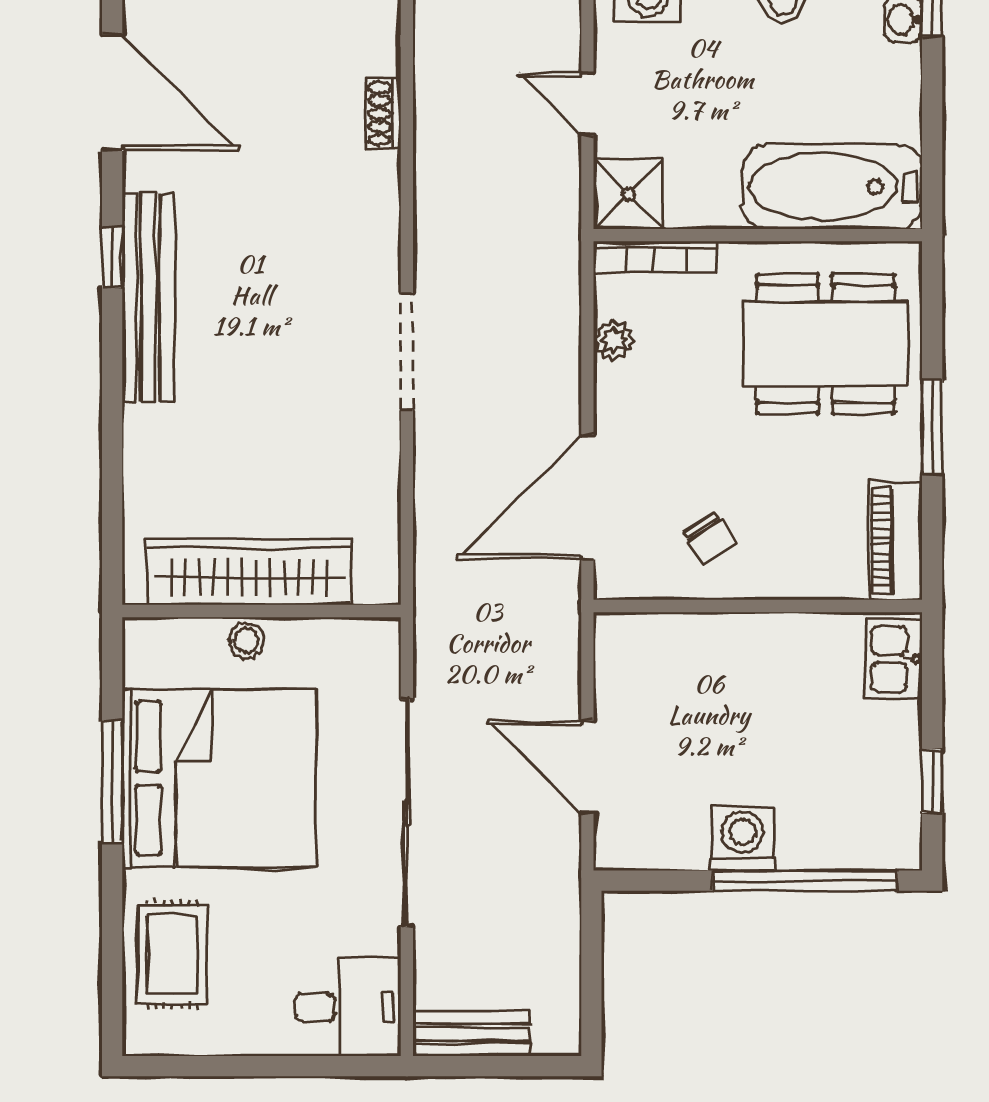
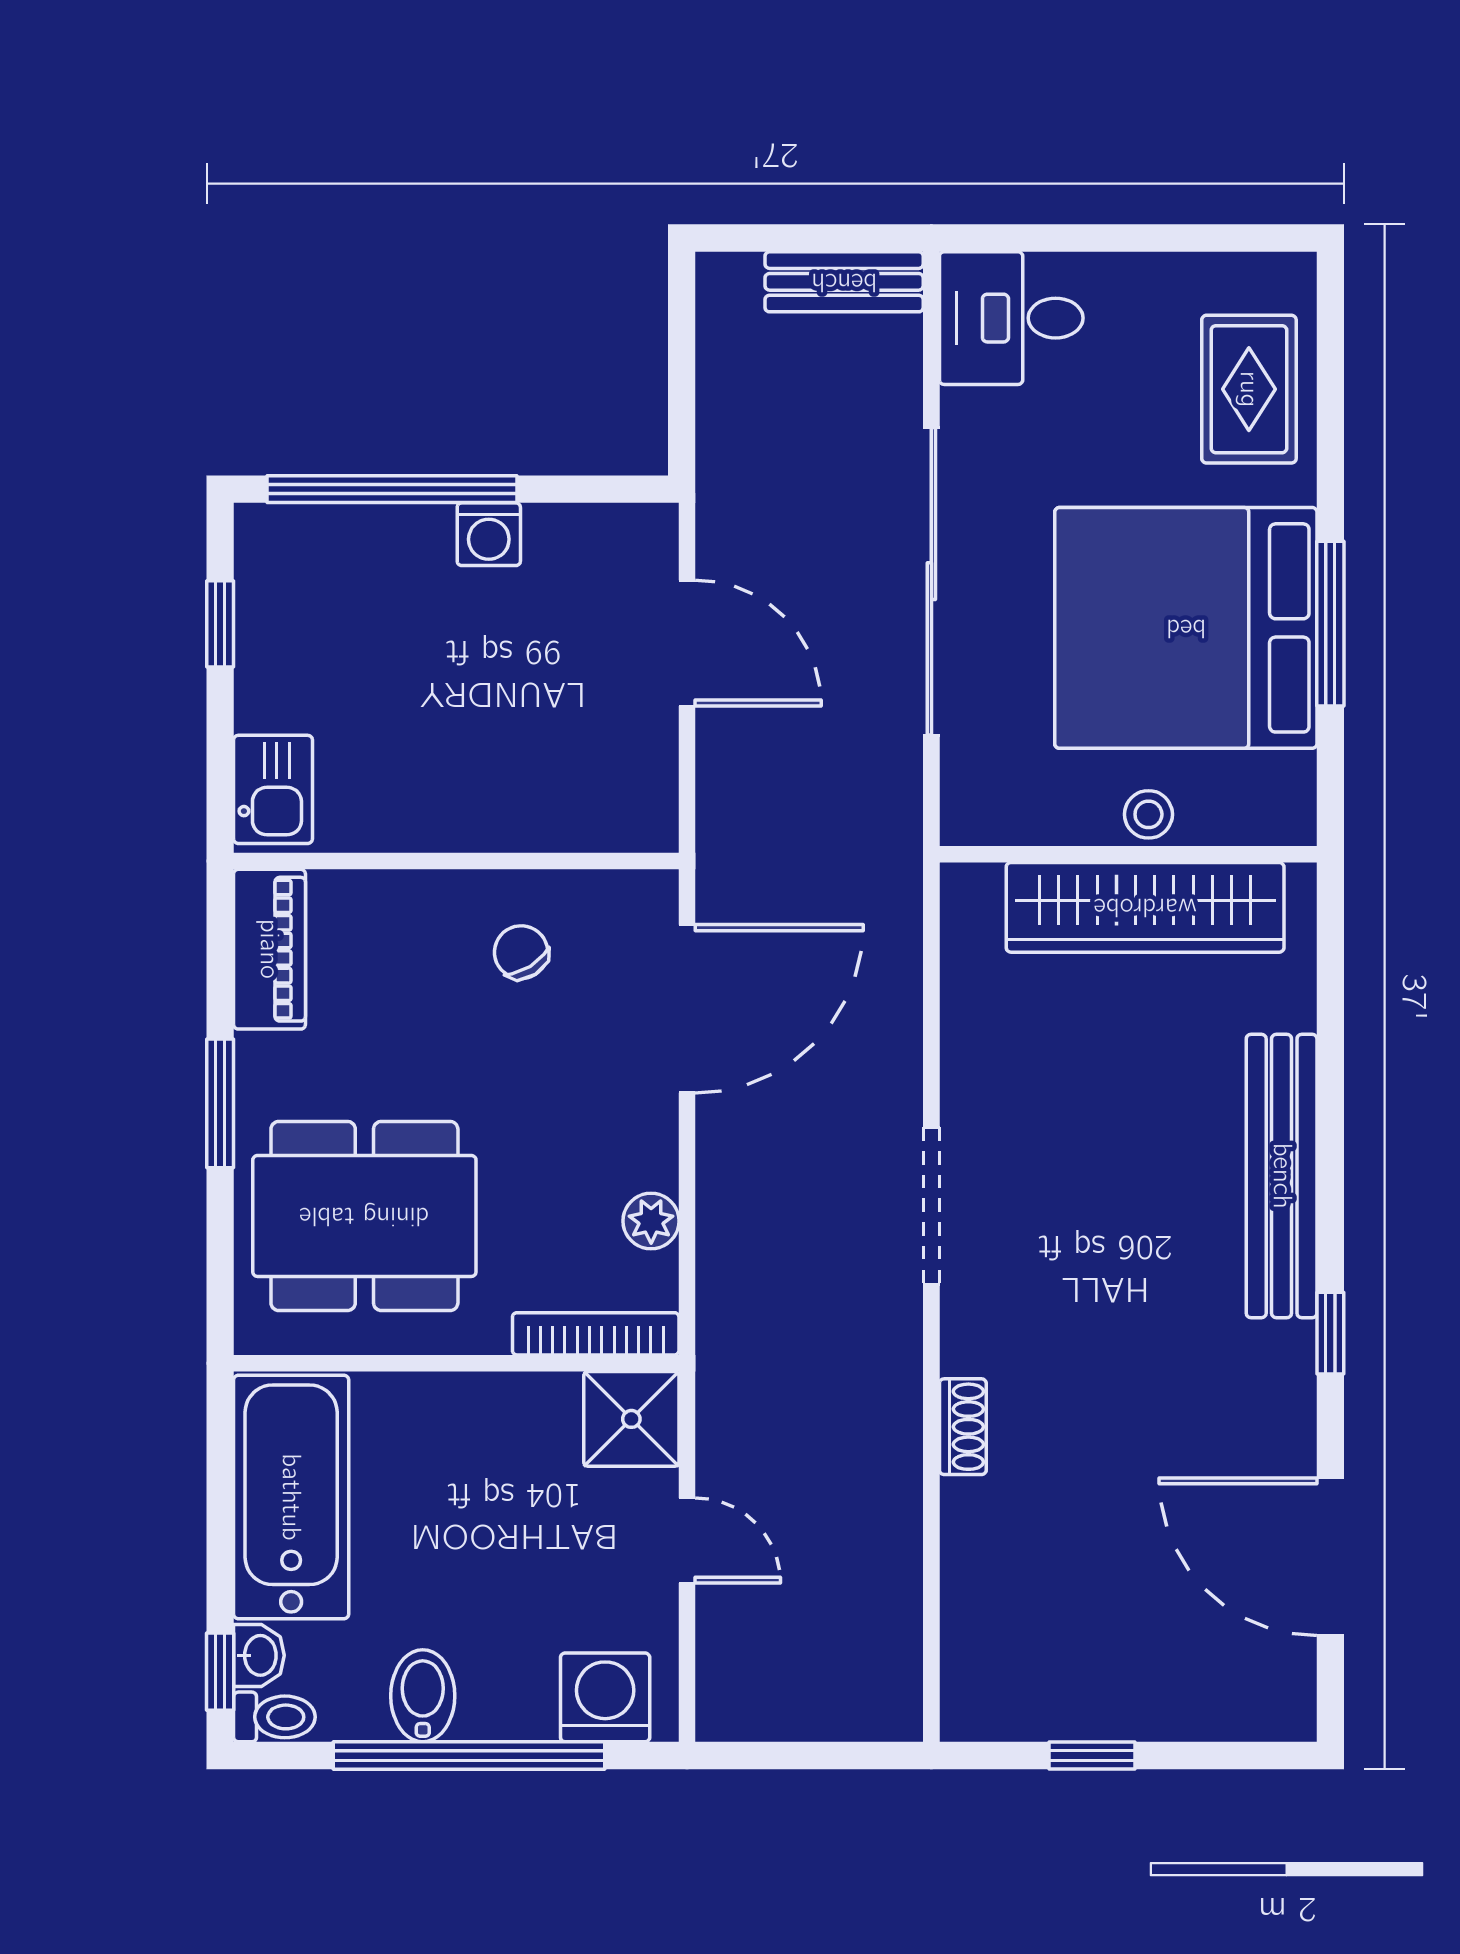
shoe rack: (384, 114) -> (963, 1427), moved
bathtub: (832, 187) -> (291, 1497), moved, turned -90
bench: (148, 298) -> (1282, 1176), moved
washing machine: (742, 839) -> (489, 534), width x0.73, depth x0.73

